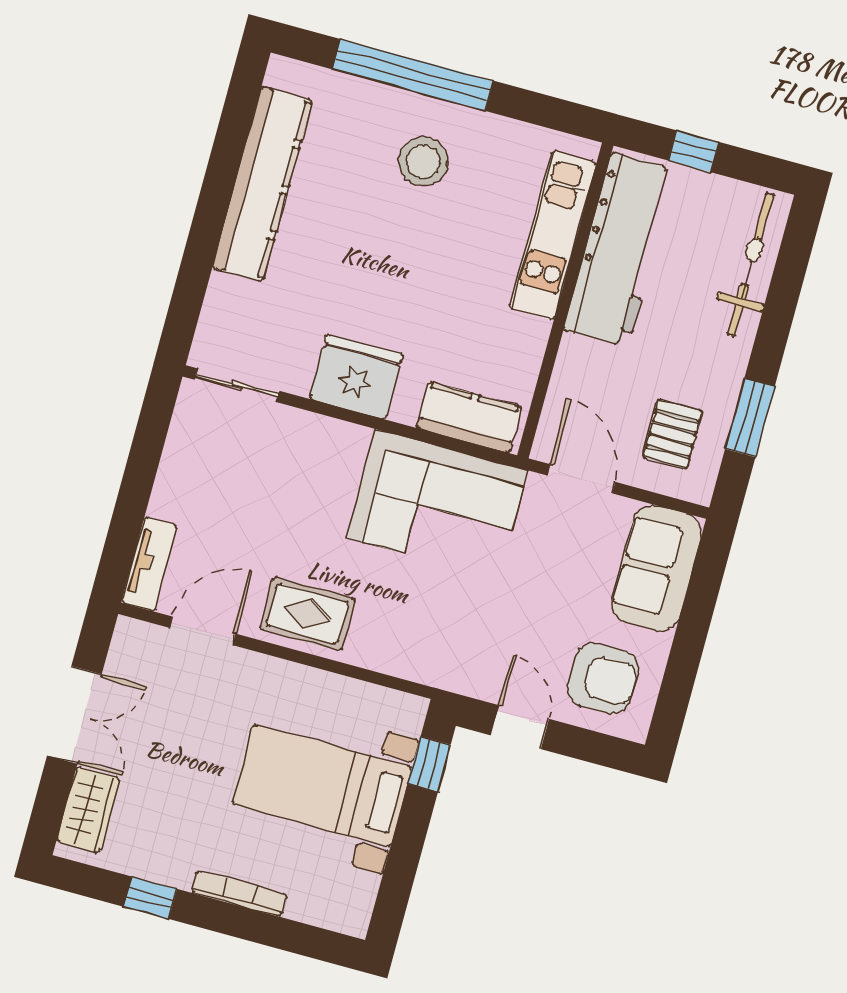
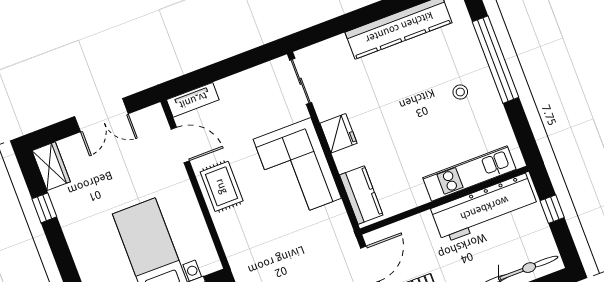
stool: (423, 162) -> (460, 92), width x0.53, depth x0.53
fridge: (356, 377) -> (338, 133), width x0.73, depth x0.75
corner sofa: (437, 504) -> (297, 169), moved
wardrobe: (88, 810) -> (51, 166), moved, turned -90
bookcase: (239, 893) -> (75, 246), removed

